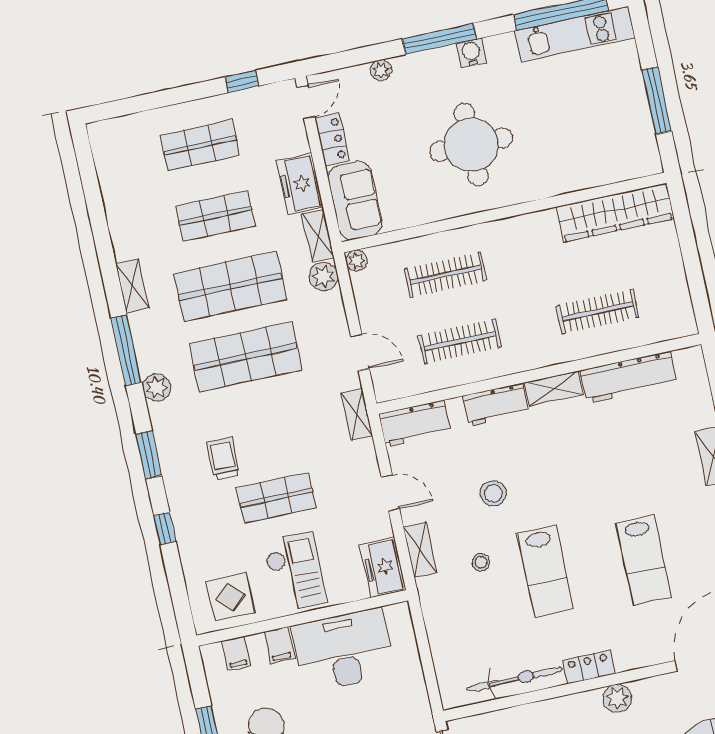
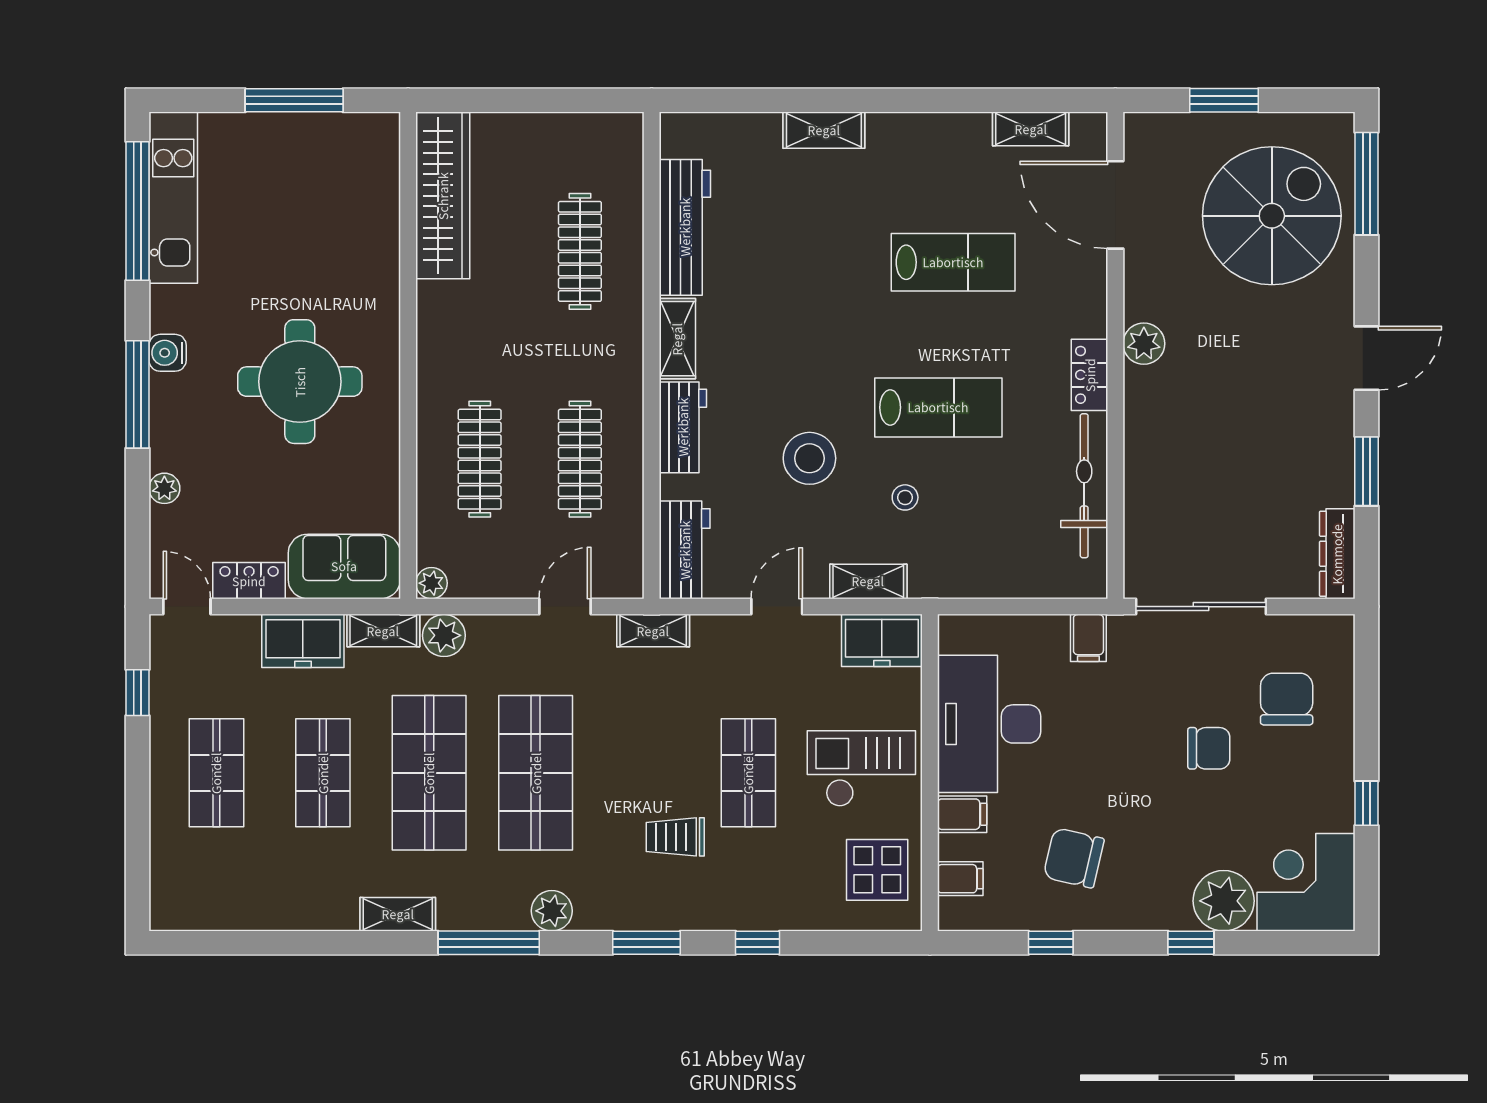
stool: (493, 493) -> (809, 458), width x1.38, depth x1.38
filing cabinet: (414, 704) -> (1088, 638), added

